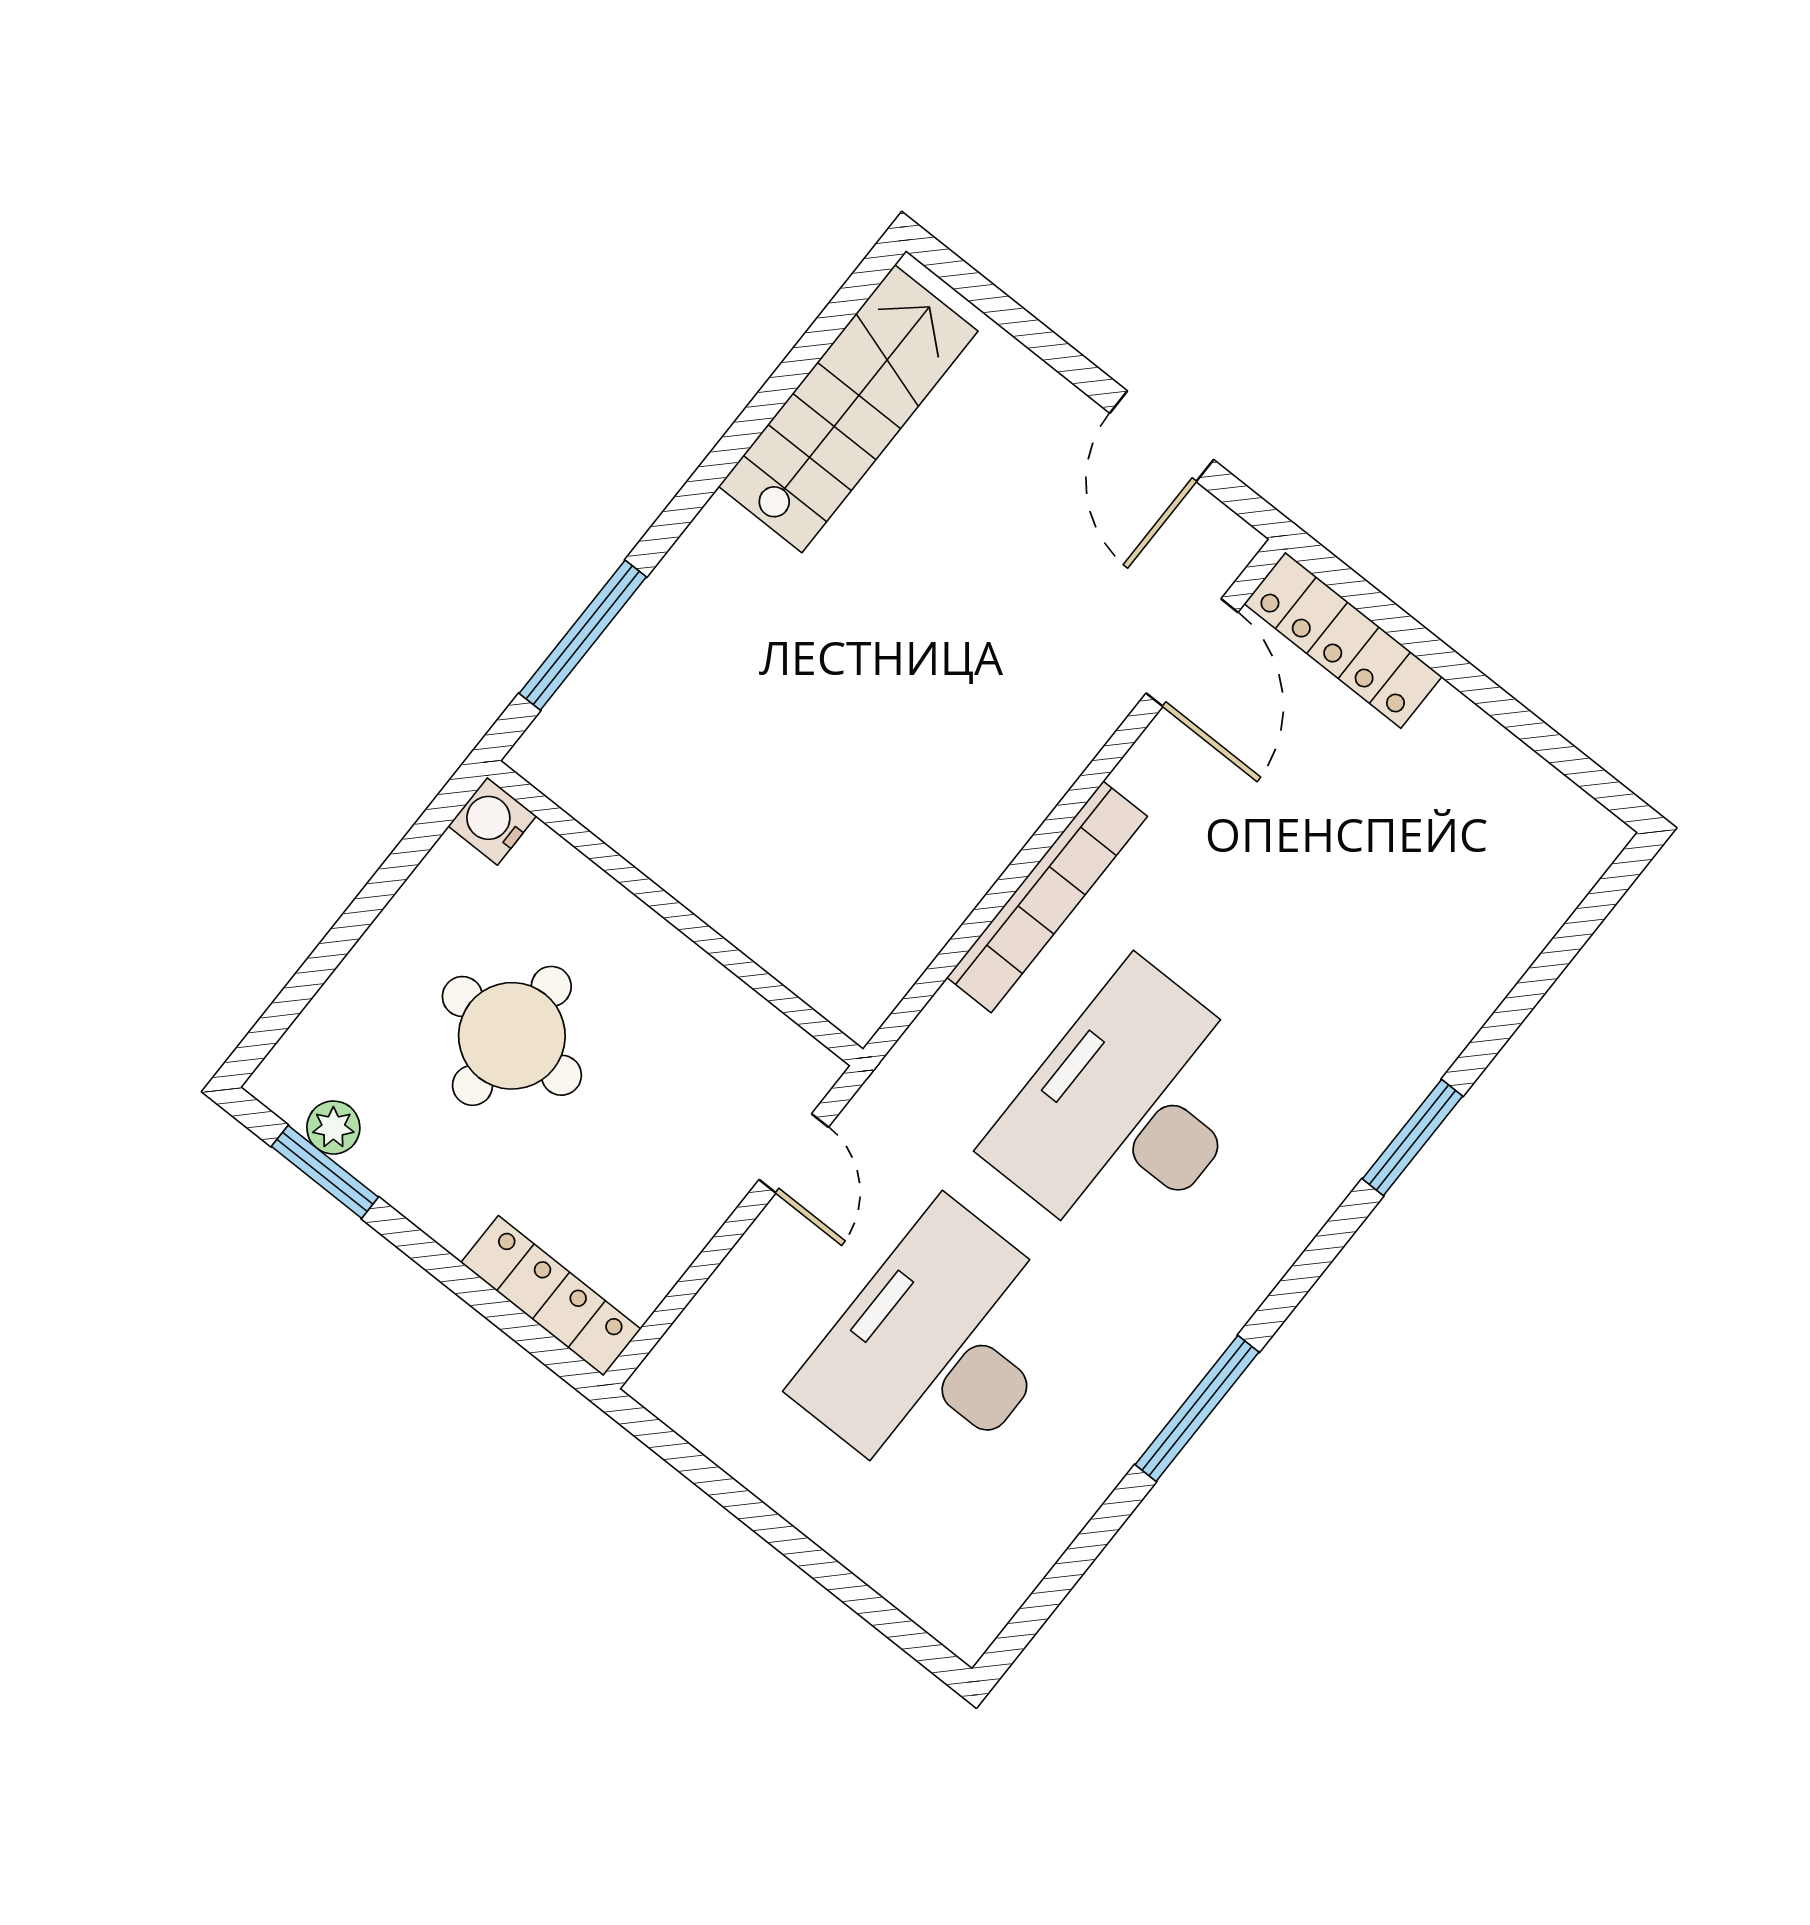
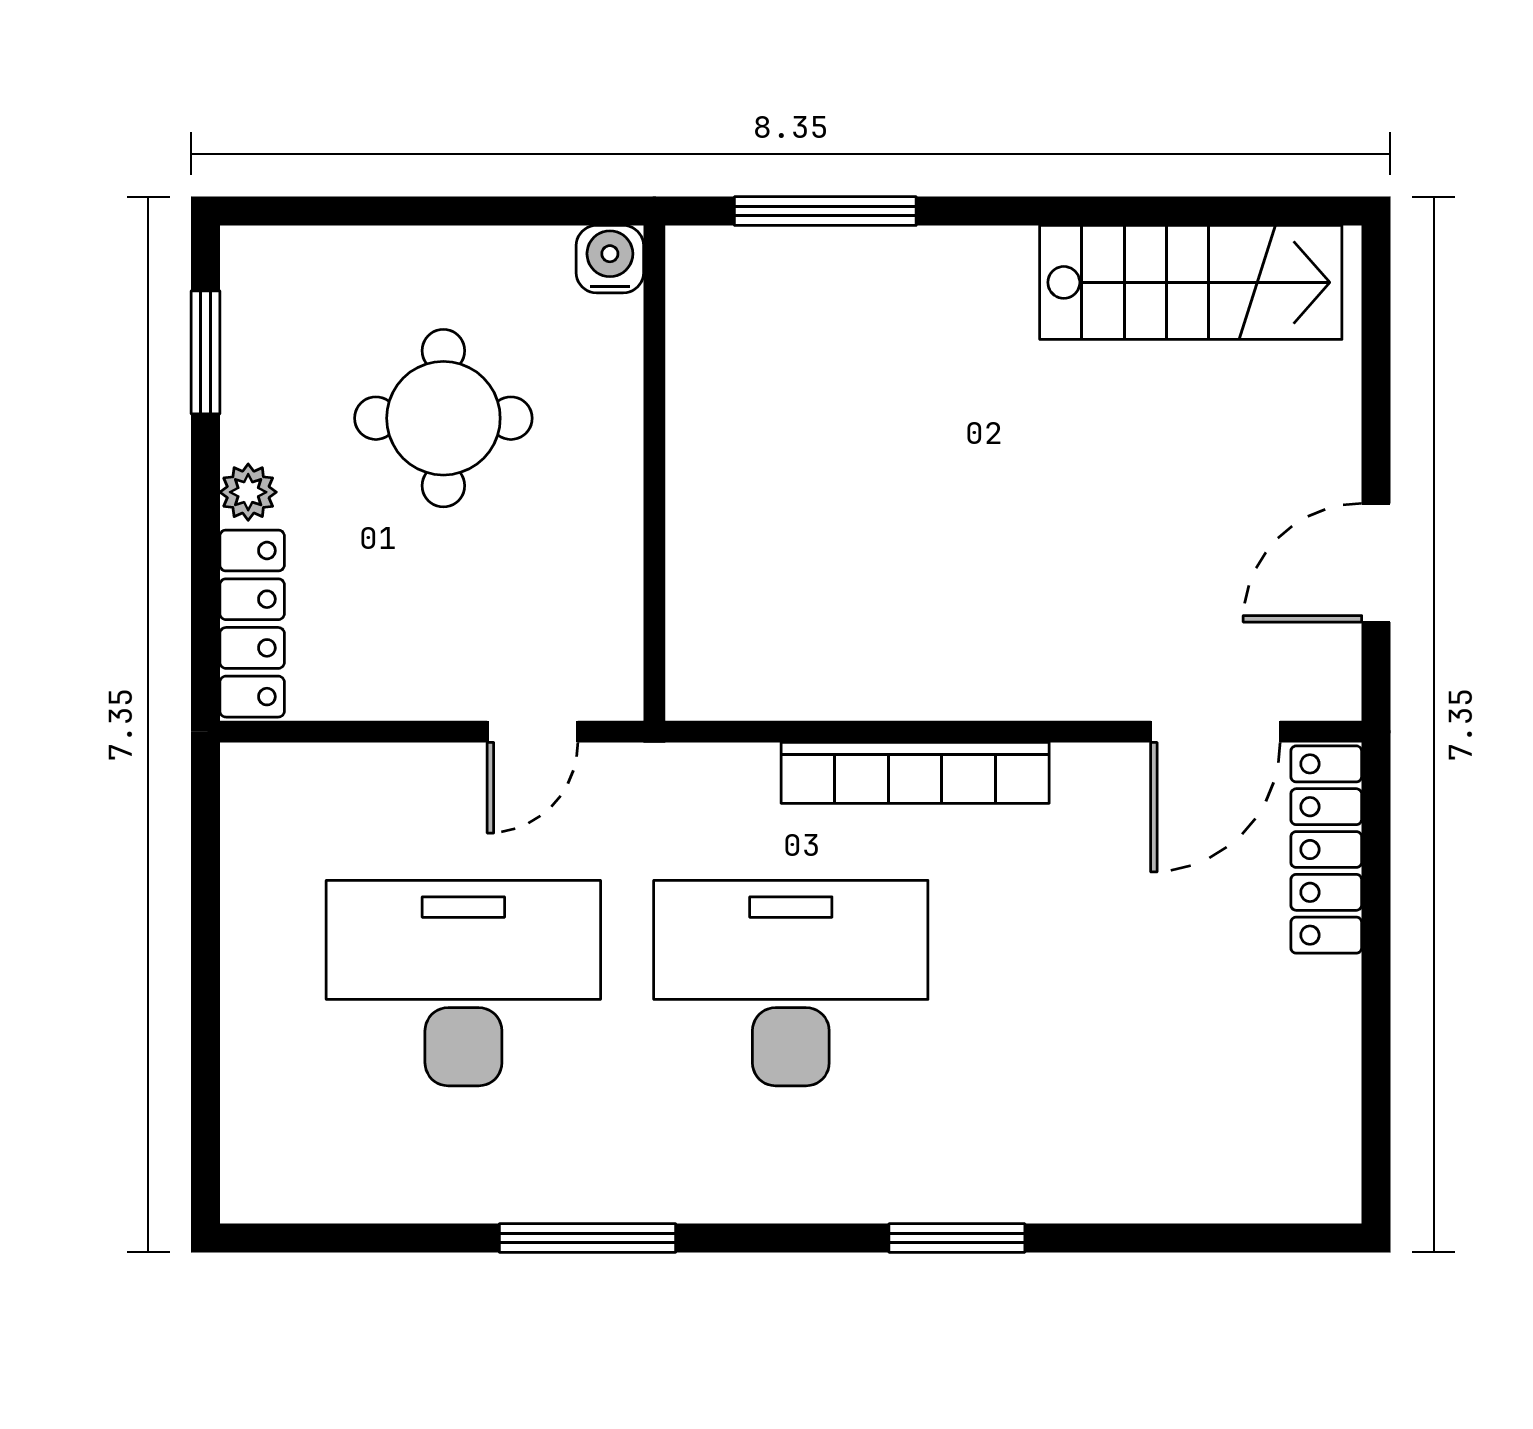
plant: (333, 1128) -> (248, 492), moved

